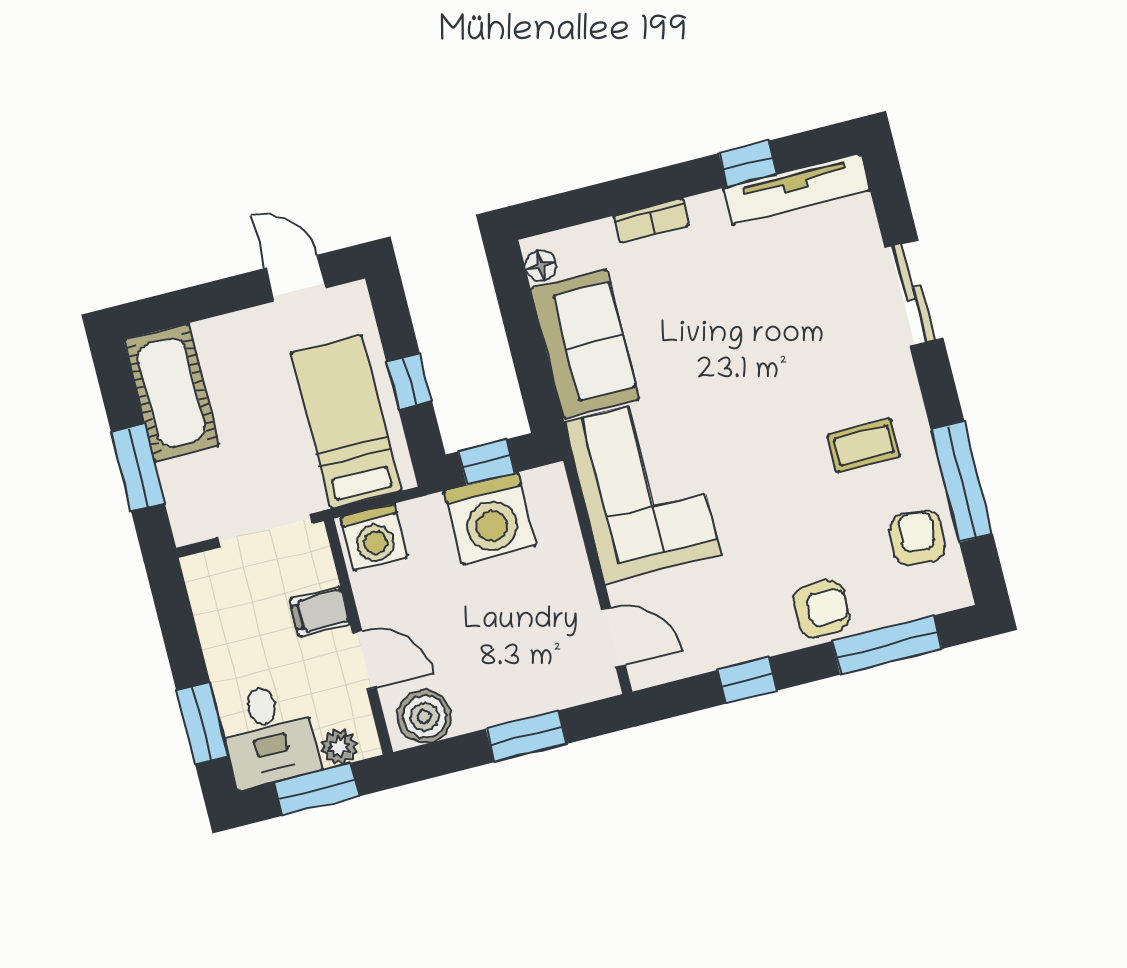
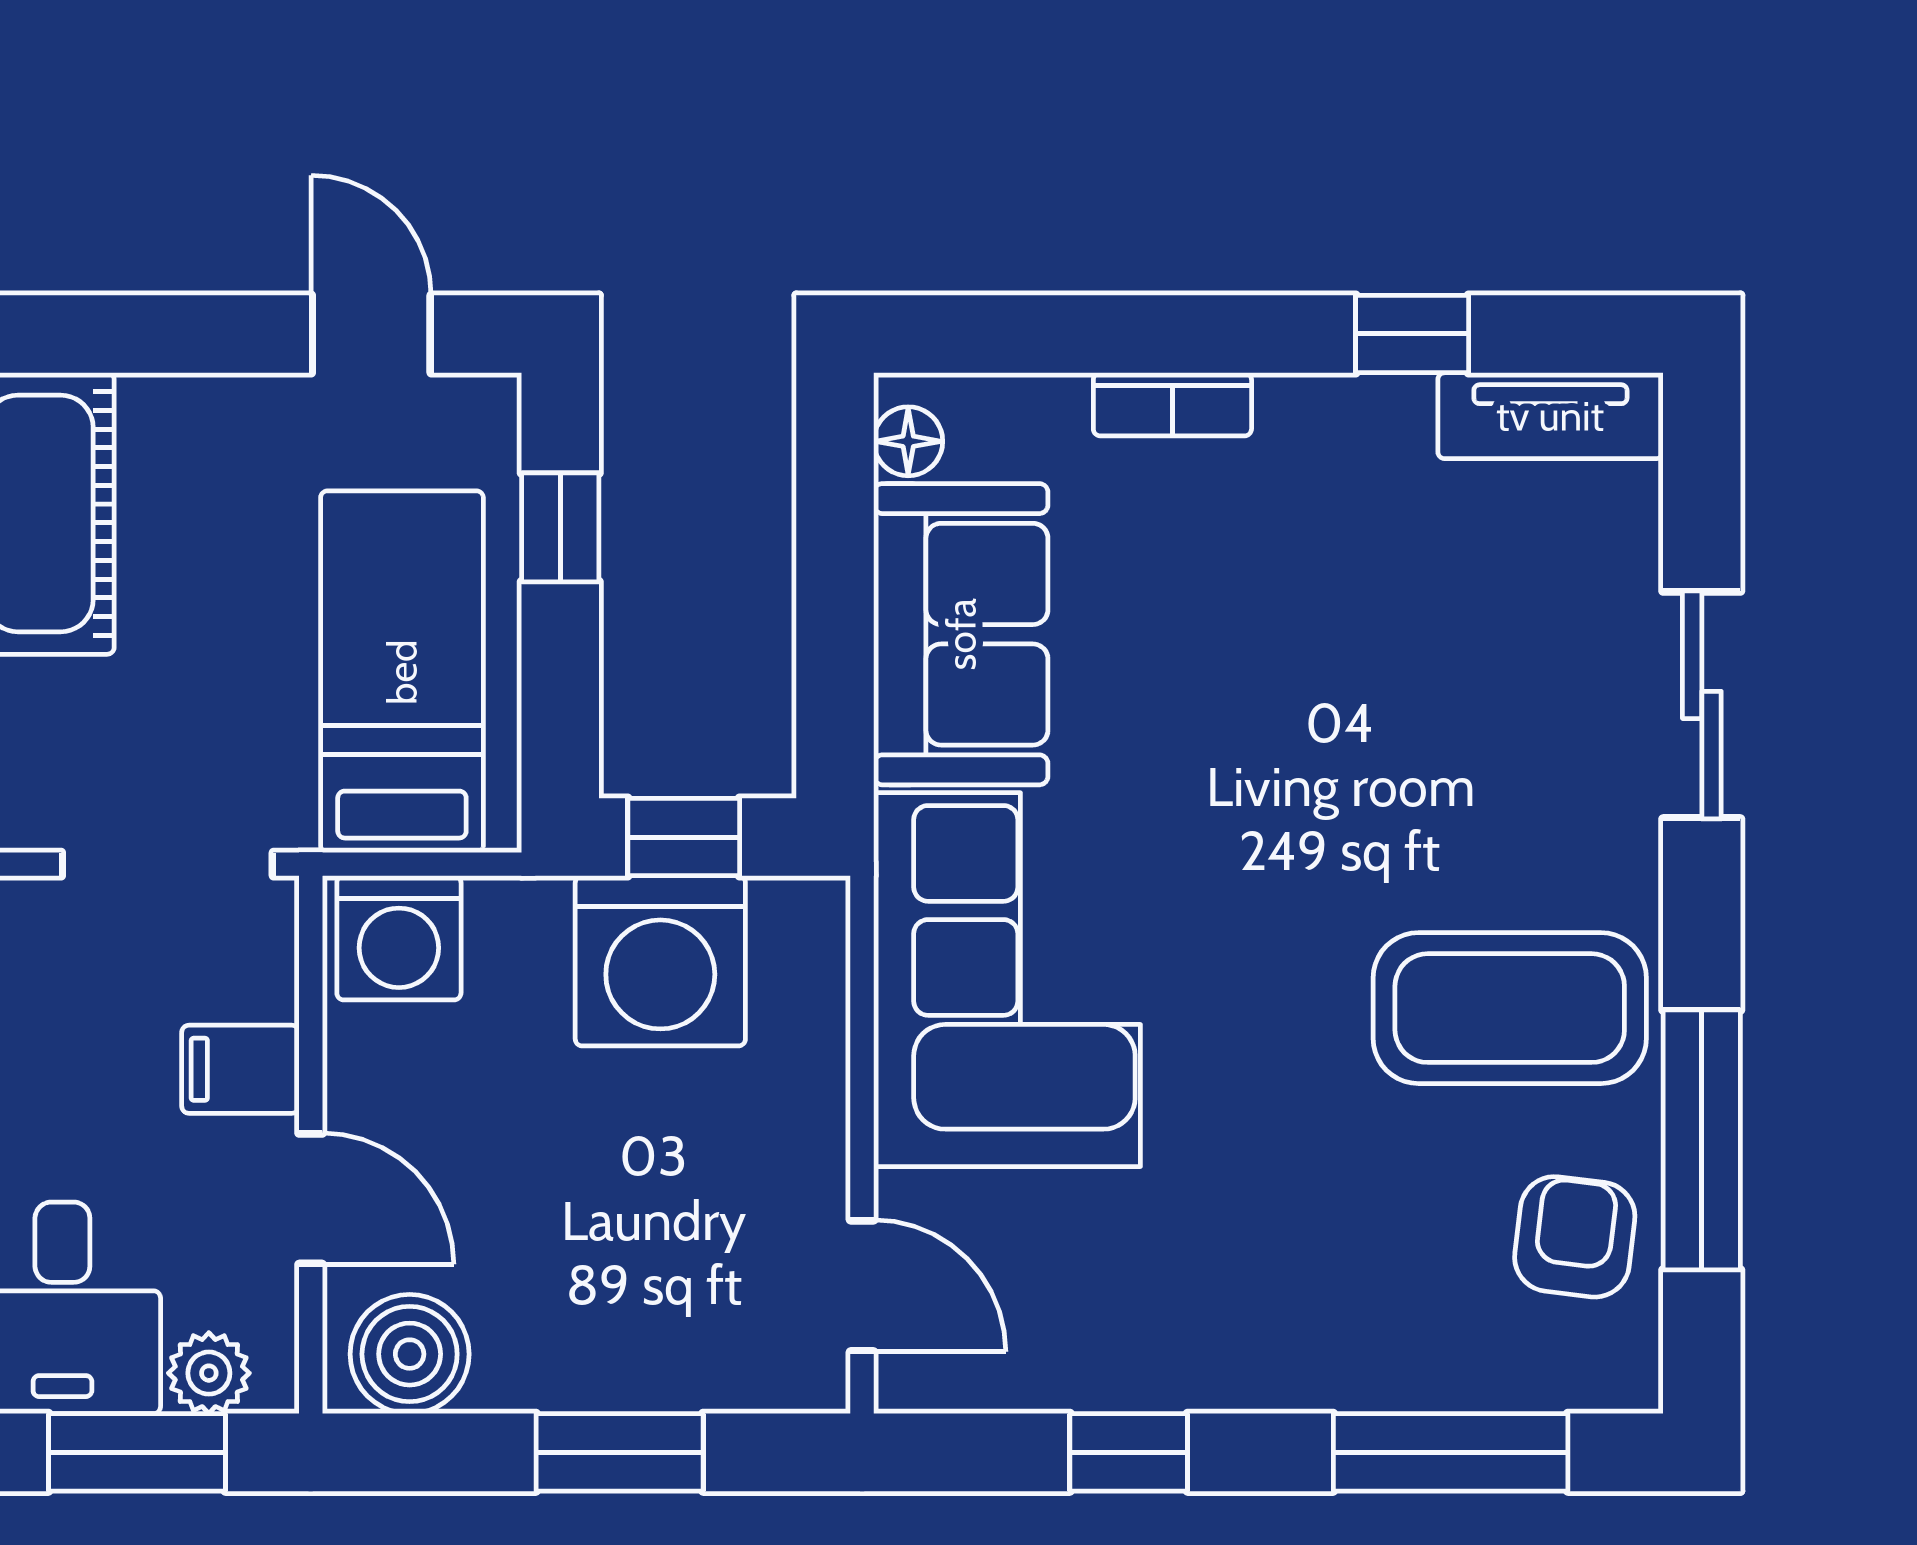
tv unit: (797, 189) -> (1550, 416), width x0.71
window: (409, 381) -> (560, 527), moved
coffee table: (864, 446) -> (1510, 1008), width x1.86, depth x1.72
armchair: (821, 609) -> (1328, 1338), removed

